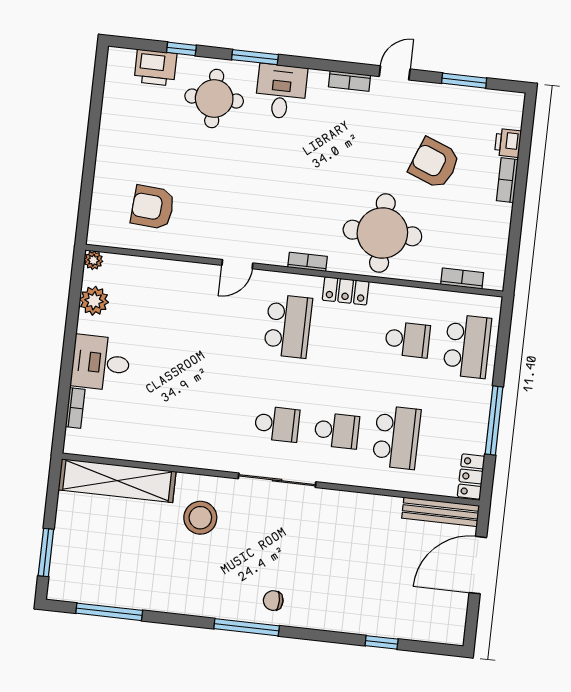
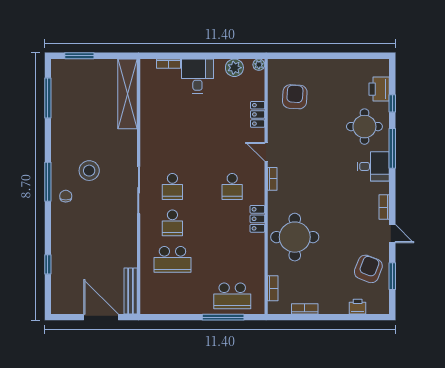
window: (255, 57) -> (392, 148), width x1.44
armchair: (434, 163) -> (368, 269), moved
bookcase: (507, 180) -> (305, 309), moved
bookcase: (307, 262) -> (272, 179), moved
school desk: (288, 326) -> (232, 186), width x0.54
school desk: (407, 340) -> (232, 259), removed
window: (494, 421) -> (223, 317), moved
locker: (471, 477) -> (258, 114), moved, turned -90
stool: (200, 518) -> (89, 171), moved

